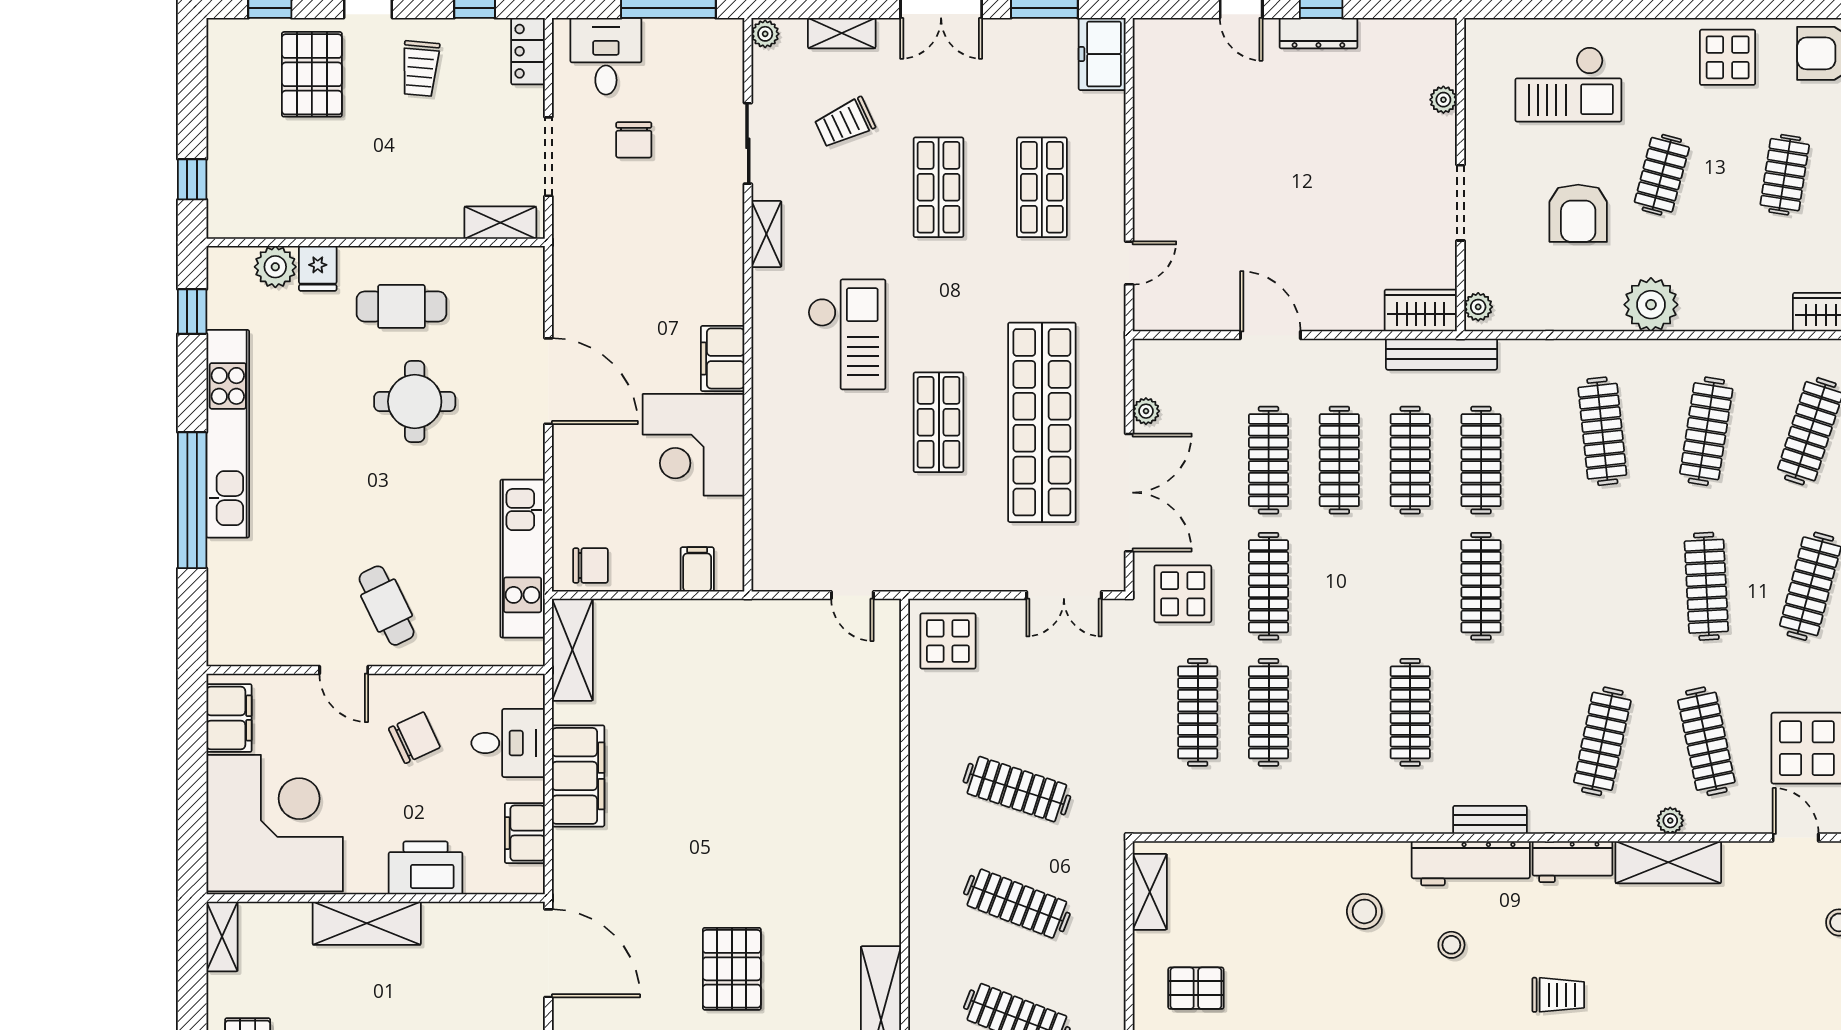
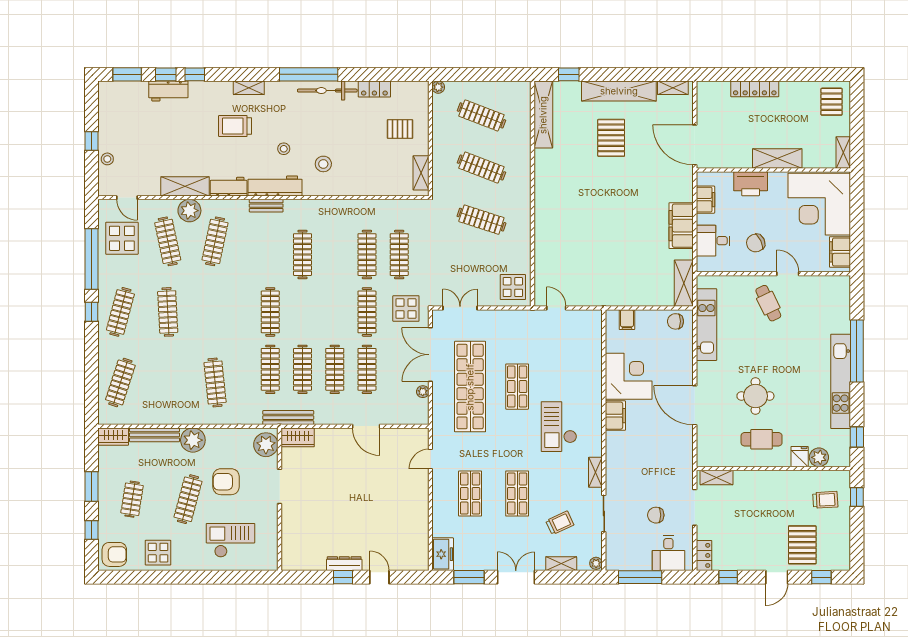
trolley: (420, 69) -> (825, 500), moved, turned 82
plant: (1443, 100) -> (287, 533), removed
chair: (634, 140) -> (656, 515), turned -90
clothes rail: (1662, 175) -> (188, 499), width x1.36
armchair: (1578, 213) -> (226, 482), turned -90
plant: (1478, 307) -> (266, 445), width x1.88, depth x1.88
bench: (1735, 316) -> (154, 435), added
clothes rail: (1706, 431) -> (168, 382), removed
plant: (1670, 821) -> (189, 211), width x1.87, depth x1.87
trolley: (1558, 995) -> (235, 126), width x1.36, depth x1.39

